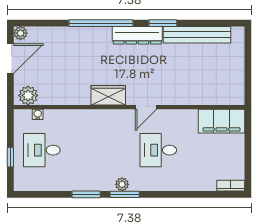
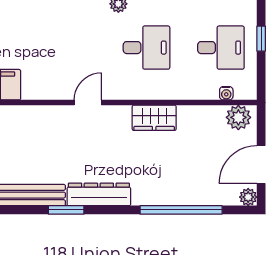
window: (101, 23) -> (181, 210), moved
wardrobe: (108, 95) -> (154, 118), moved
desk: (158, 150) -> (147, 48), moved

